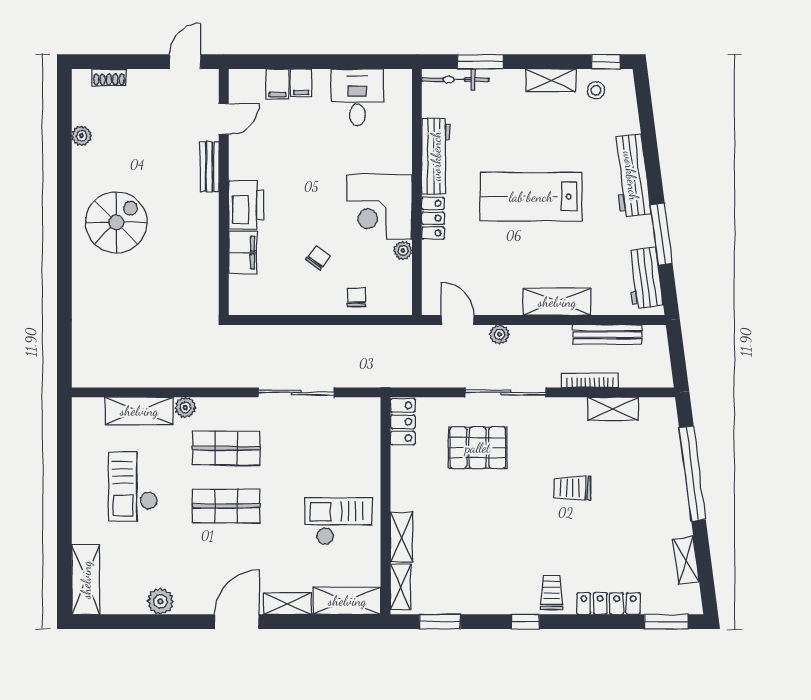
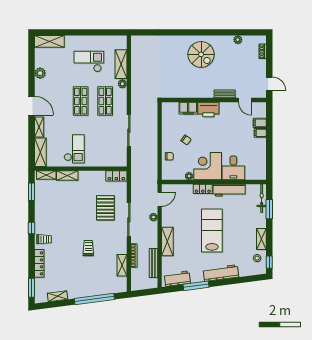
desk: (357, 97) -> (233, 168), moved, turned 90

